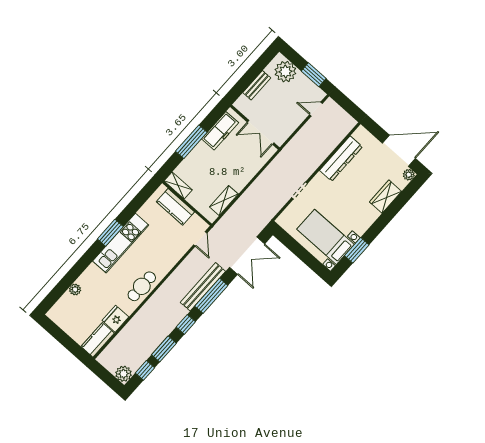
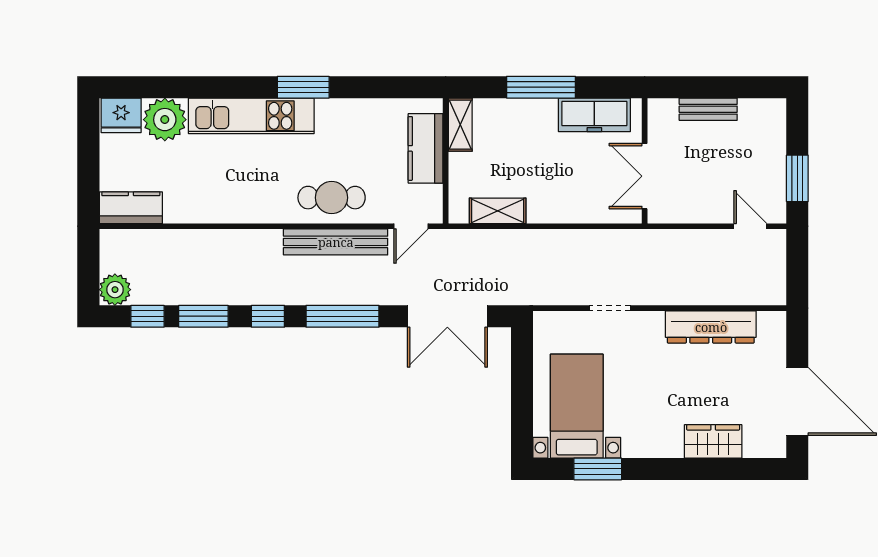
plant: (285, 72) -> (765, 133), removed
plant: (409, 175) -> (775, 447), removed
kitchen unit: (121, 243) -> (251, 116), moved
cafe table: (142, 286) -> (332, 198), moved
bench: (203, 287) -> (336, 242), moved
plant: (75, 290) -> (165, 120), width x1.87, depth x1.87
fridge: (115, 319) -> (121, 115), moved, turned 180

